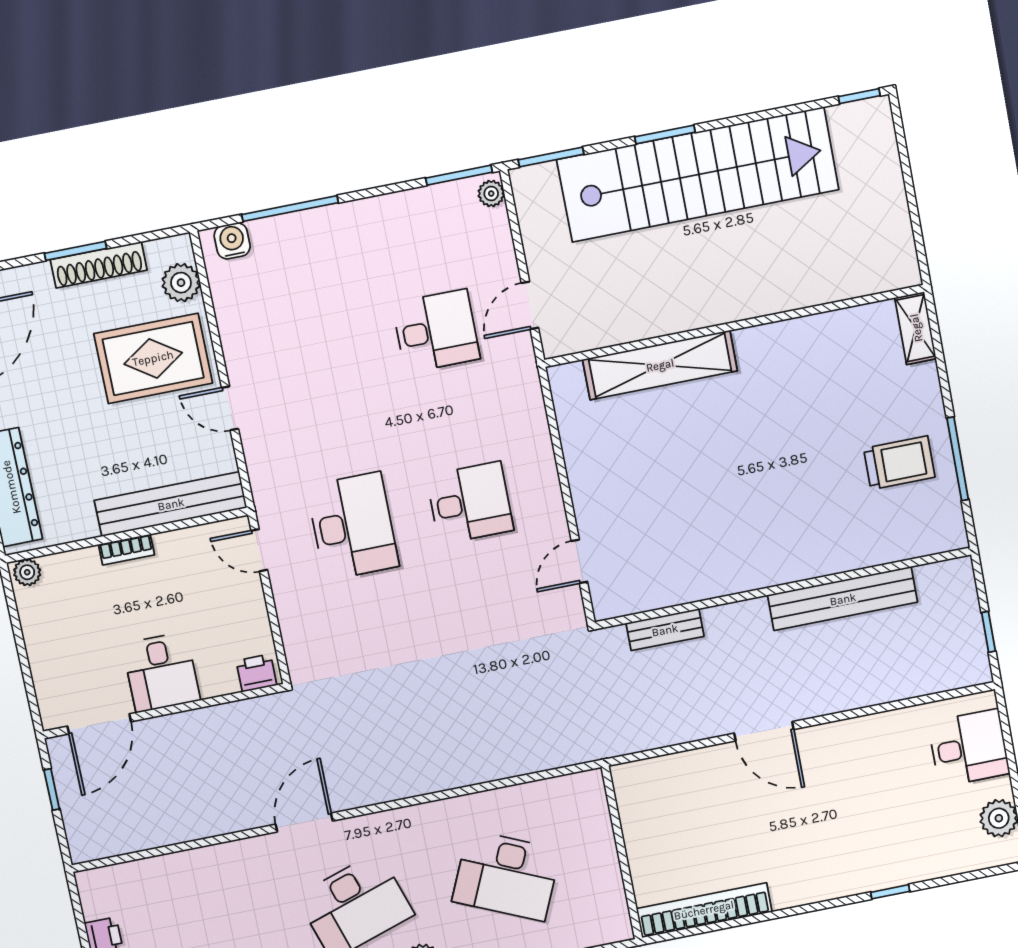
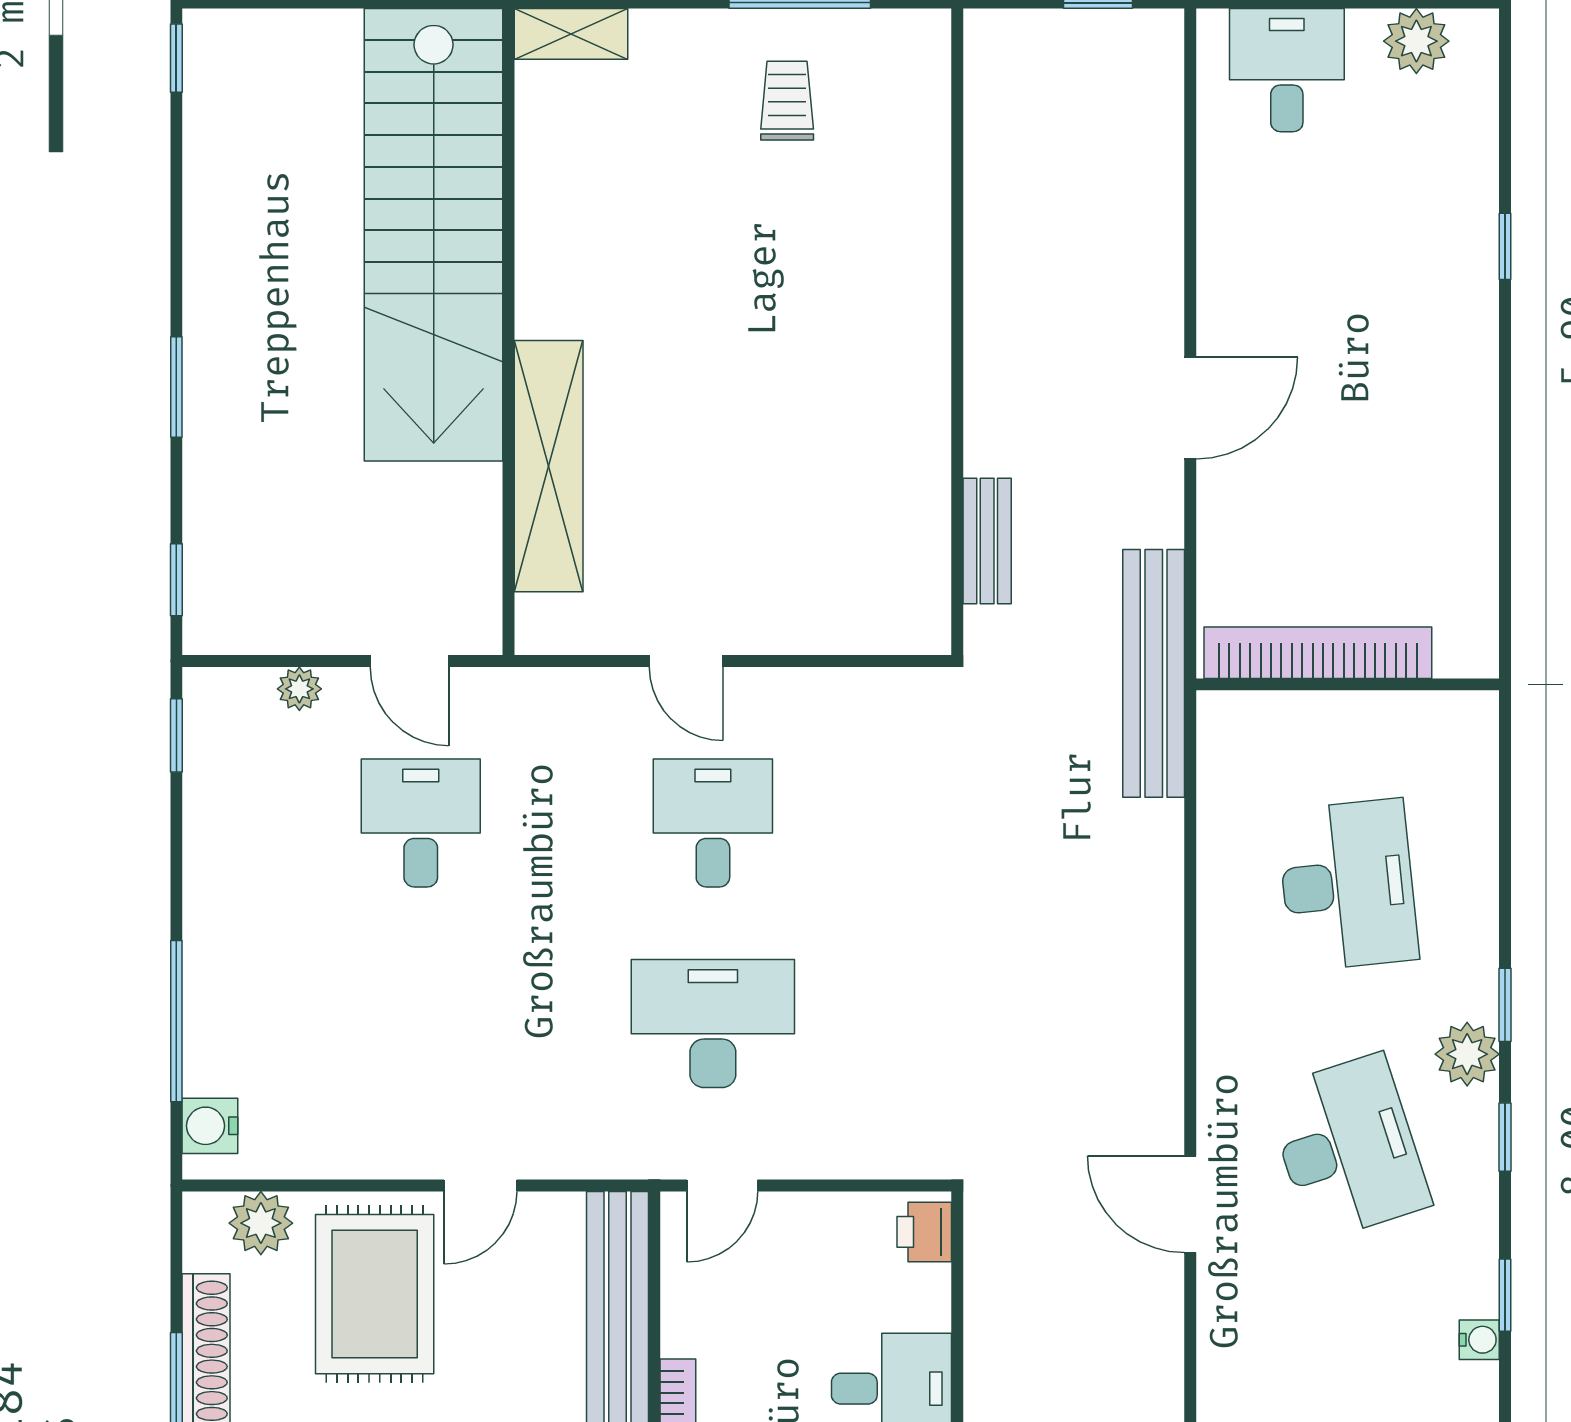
window: (551, 157) -> (176, 580), width x0.67
window: (459, 175) -> (176, 735), width x0.67
stairs: (698, 175) -> (434, 235), moved, turned 180
plant: (491, 194) -> (299, 689), moved
trolley: (899, 463) -> (787, 101), width x0.73, depth x0.72
door: (579, 561) -> (686, 661), moved
bench: (843, 599) -> (1154, 673), moved
desk: (506, 876) -> (1348, 885), turned -30
bookcase: (704, 910) -> (1318, 653), moved, turned 90

